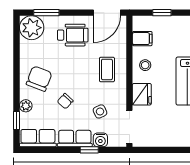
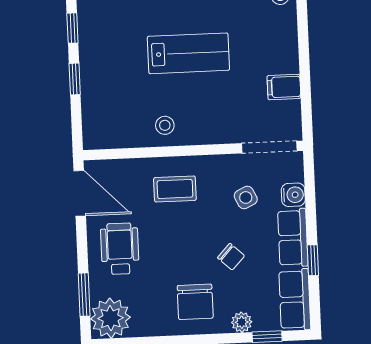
window: (162, 13) -> (75, 79), moved
filing cabinet: (142, 39) -> (284, 87), moved, turned -90
chair: (39, 79) -> (195, 302), turned -111
fridge: (142, 94) -> (214, 129), removed
window: (89, 150) -> (313, 260), moved

